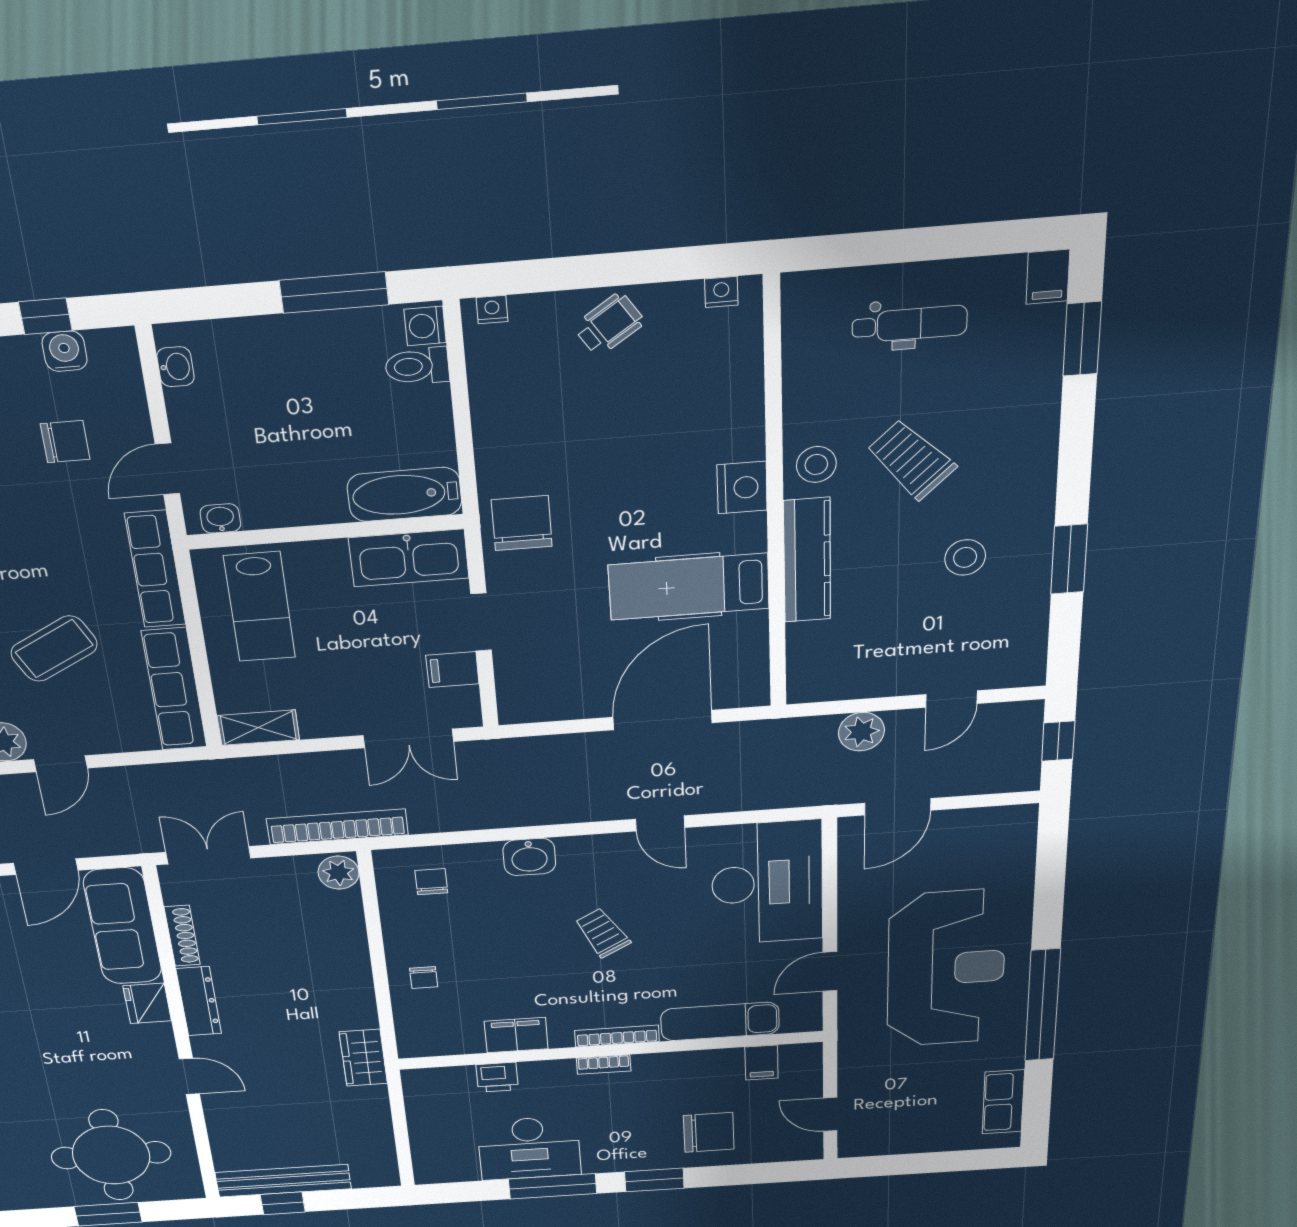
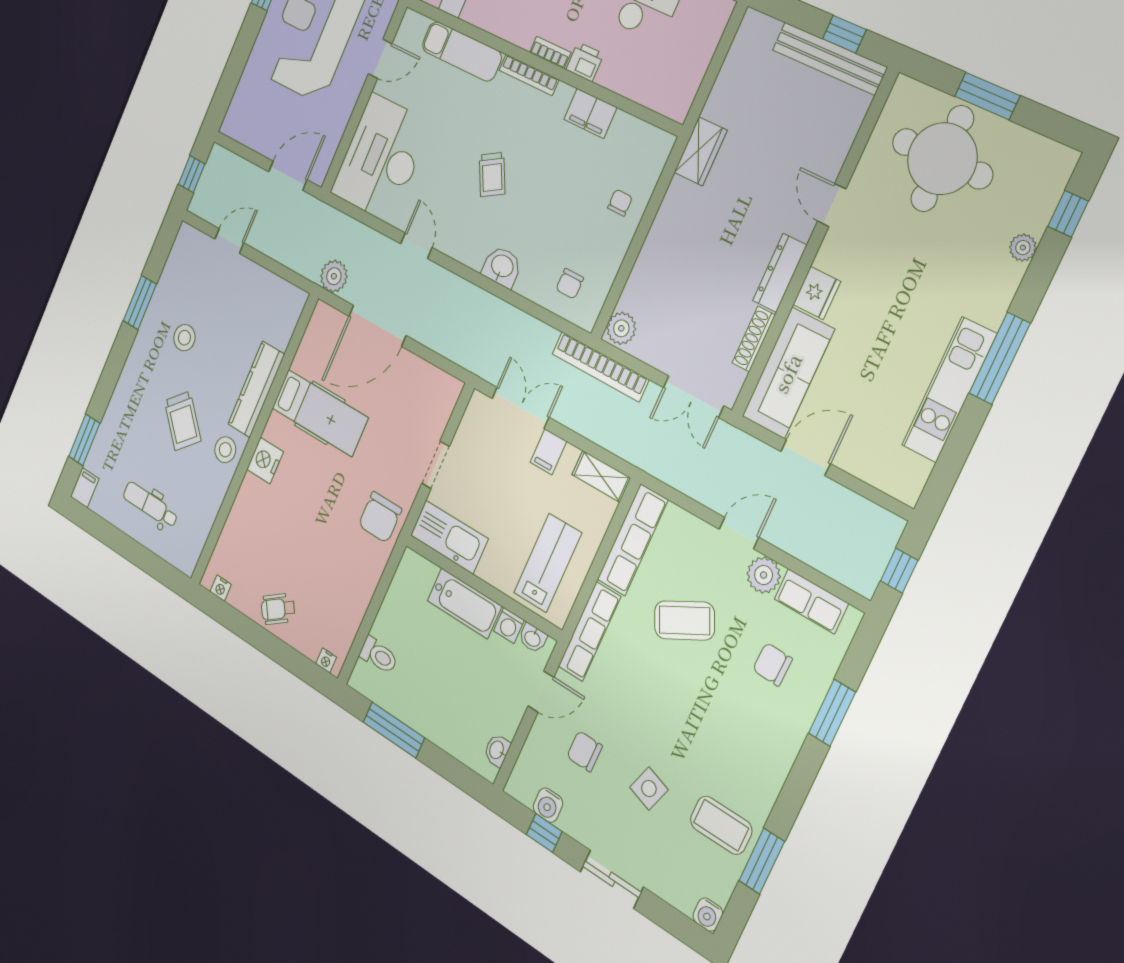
washing machine: (425, 326) -> (509, 626), moved, turned 90
bathtub: (404, 494) -> (464, 603), moved
filing cabinet: (452, 670) -> (548, 452), moved, turned 90
plant: (861, 732) -> (334, 276), moved
printer: (497, 1077) -> (585, 62), moved

